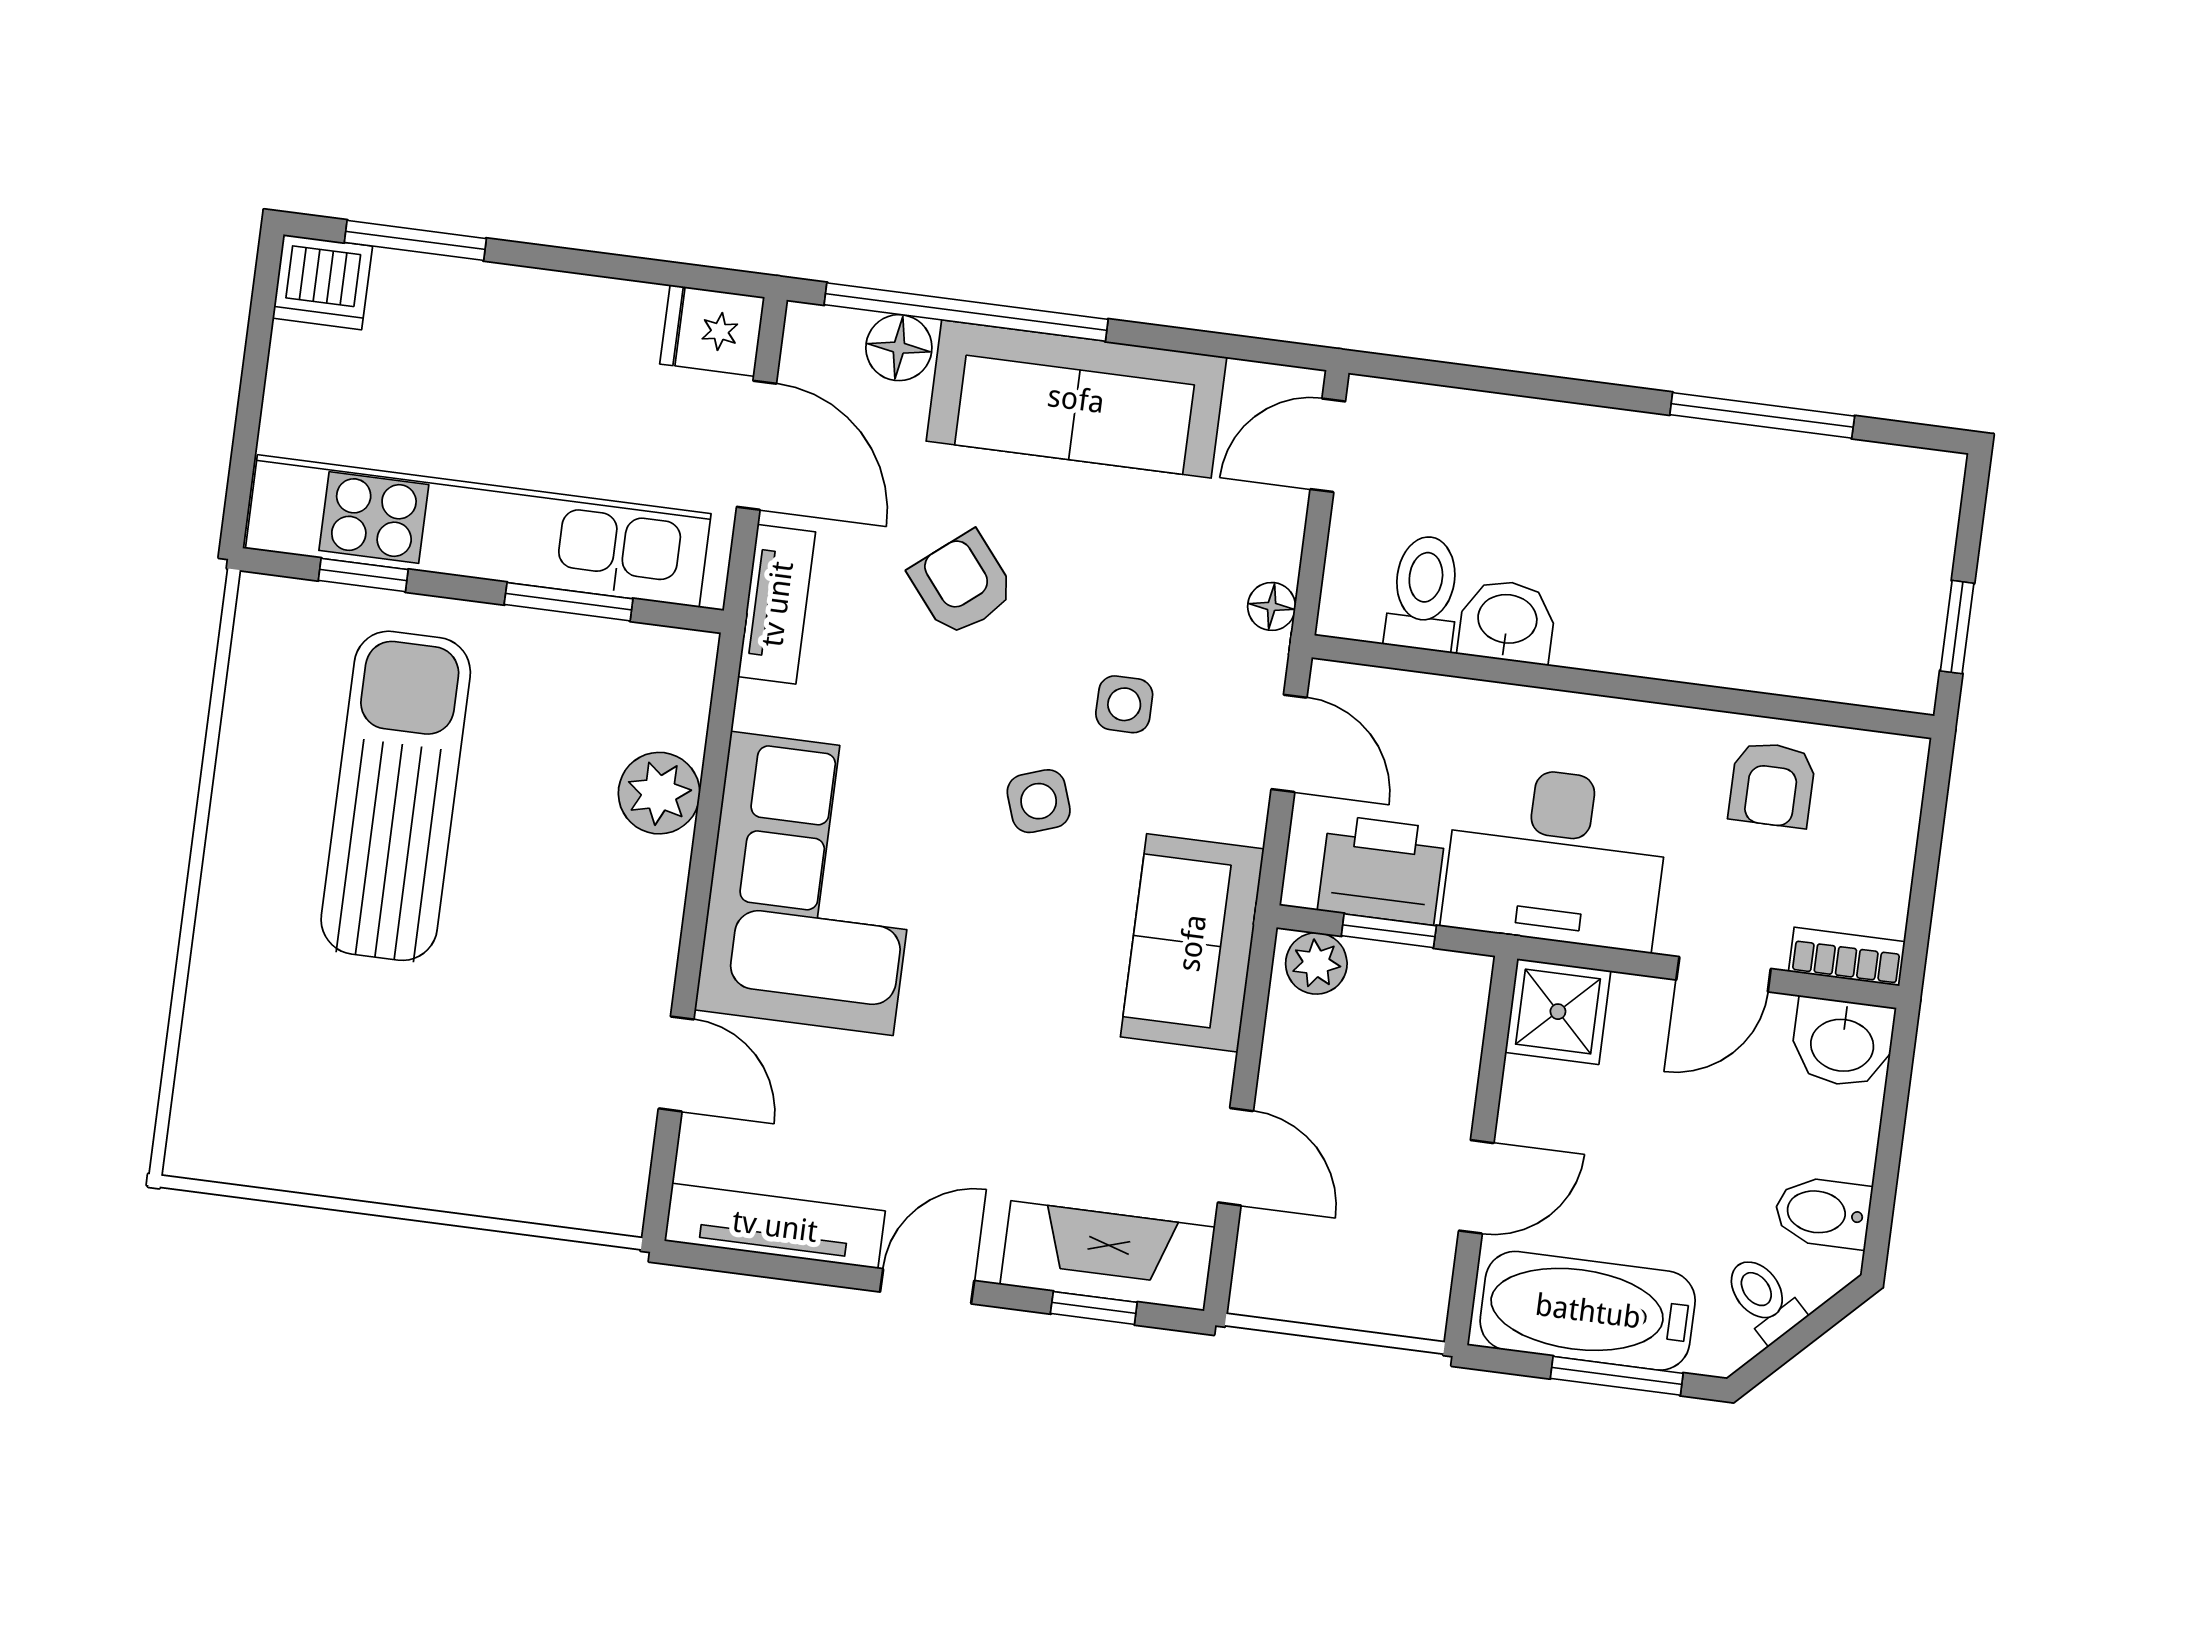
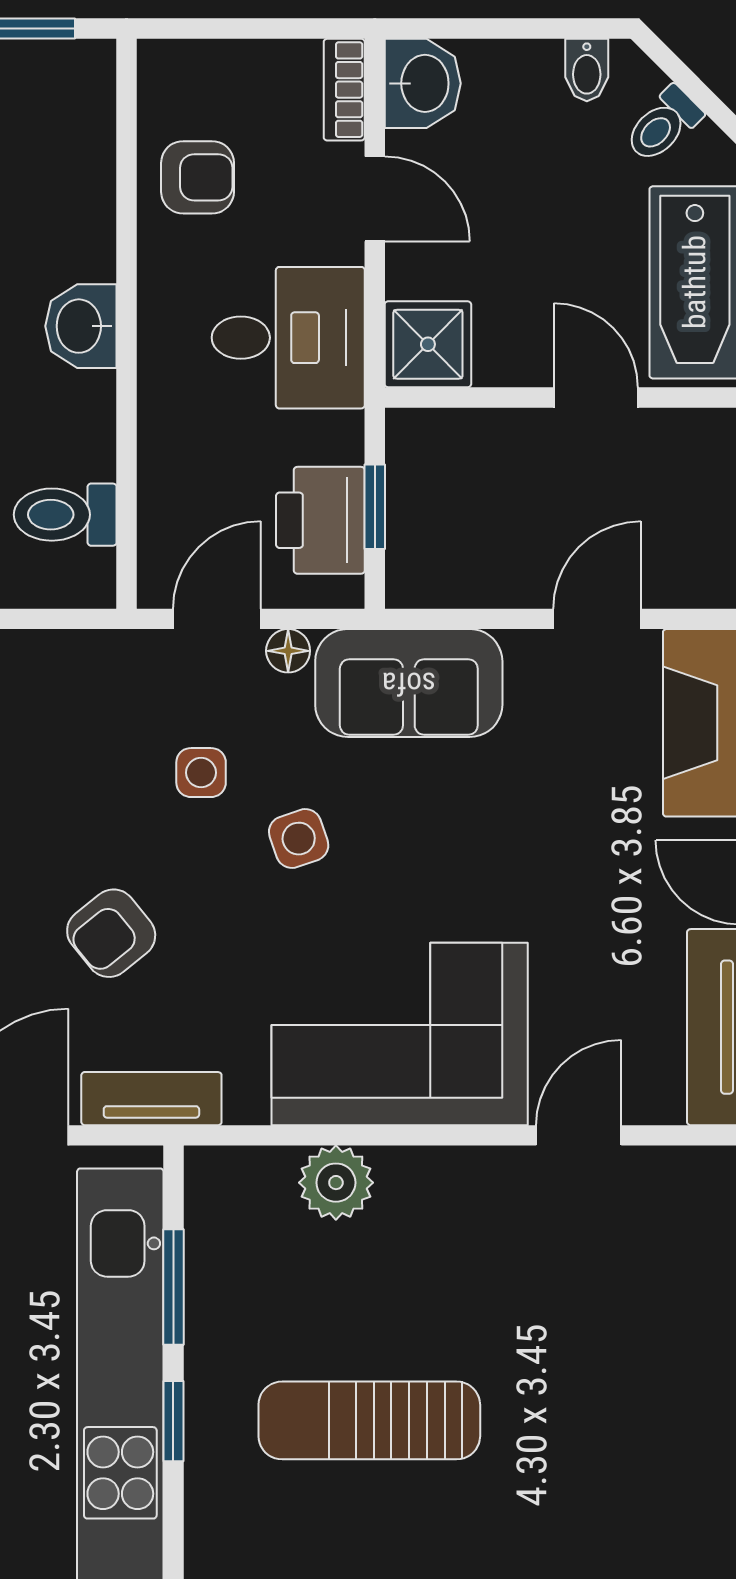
window: (363, 575) -> (173, 1421), moved
floor lamp: (1272, 606) -> (288, 651), moved
washbasin: (1507, 621) -> (81, 326), moved
sun lounger: (396, 796) -> (369, 1420), width x0.73, depth x0.75
desk: (1556, 857) -> (288, 338), width x0.73
plant: (1316, 963) -> (413, 568), removed
bidet: (1823, 1213) -> (587, 70), width x0.72, depth x0.74

